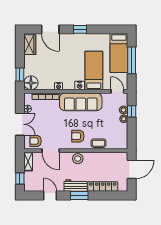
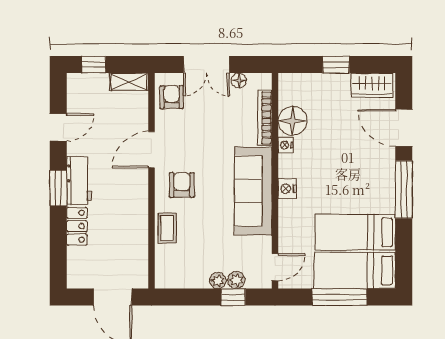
door: (50, 29) -> (404, 128), hinge flipped
window: (80, 29) -> (404, 189), width x2.17
bed: (94, 70) -> (355, 232), moved, turned 180
window: (20, 75) -> (336, 65), moved
floor lamp: (31, 83) -> (293, 121), moved
door: (51, 151) -> (152, 150), moved
stool: (78, 159) -> (135, 185), removed
locker: (103, 187) -> (77, 226), width x0.66

